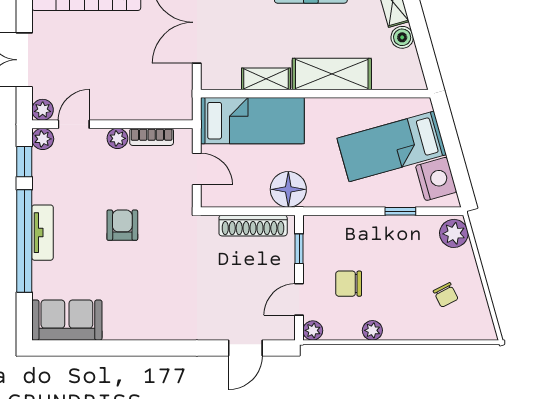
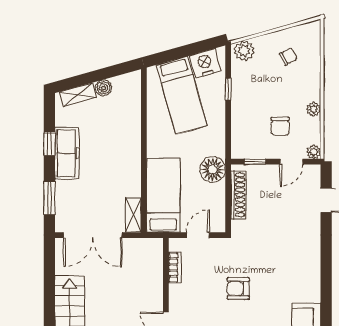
shelving: (332, 74) -> (130, 138), removed
shelving: (266, 79) -> (133, 215), moved
plant: (117, 138) -> (176, 292), removed
door: (299, 299) -> (291, 162), hinge flipped

